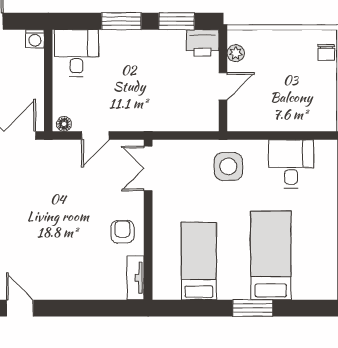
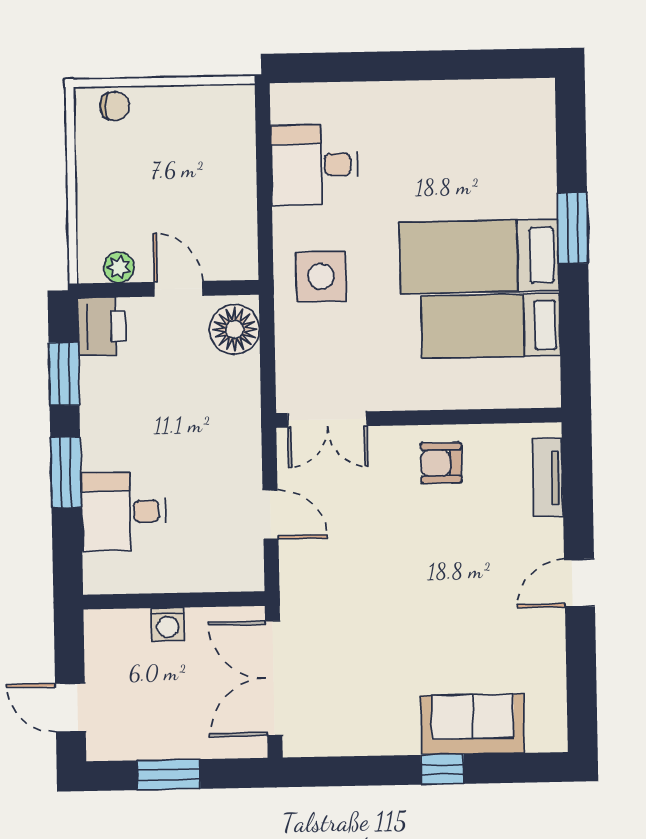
washing machine: (35, 39) -> (168, 624), moved, turned 90
desk: (76, 53) -> (124, 511), moved
floor lamp: (64, 124) -> (235, 329), moved, width x1.89, depth x1.89
bed: (271, 255) -> (479, 256), moved
tv unit: (136, 278) -> (548, 478), moved, turned 90
door: (20, 308) -> (579, 583), moved

